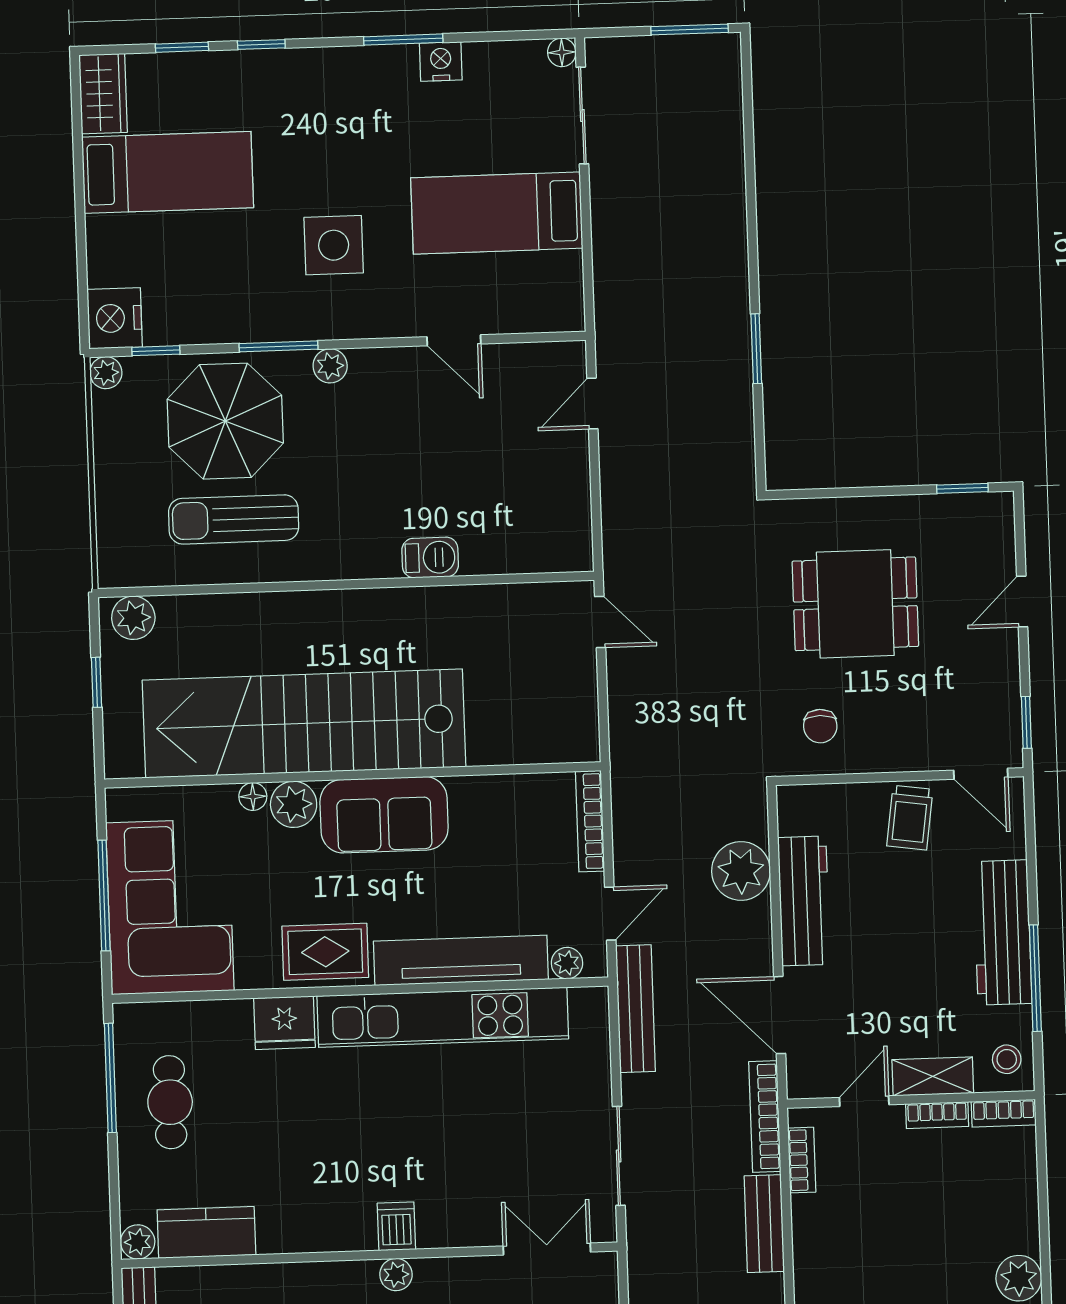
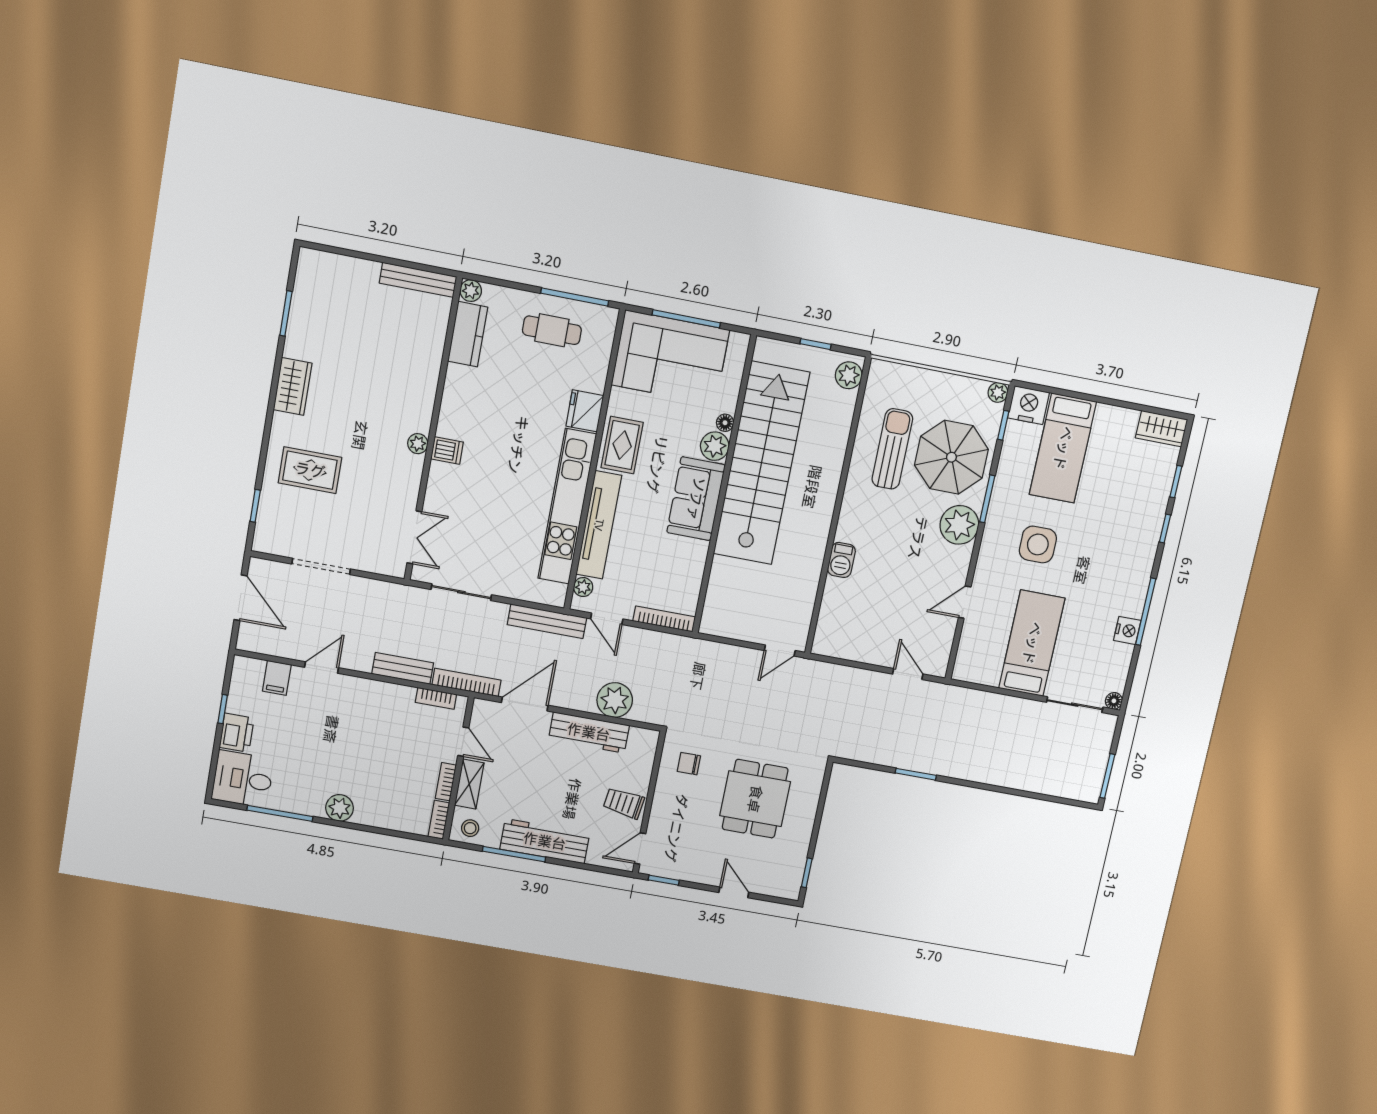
window: (403, 40) -> (1146, 612), width x1.44
bed: (168, 172) -> (1063, 448), moved
plant: (330, 366) -> (959, 525), width x1.88, depth x1.88

